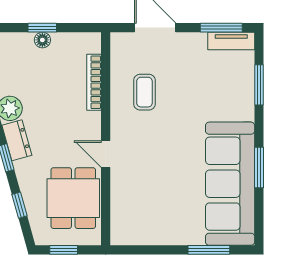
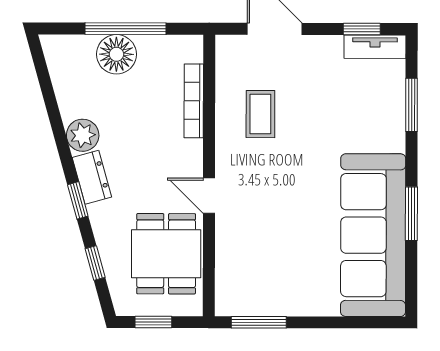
window: (42, 28) -> (125, 29), width x2.17
window: (221, 28) -> (362, 29), width x0.67
floor lamp: (42, 40) -> (116, 54), width x1.89, depth x1.89
window: (209, 250) -> (259, 322), moved

